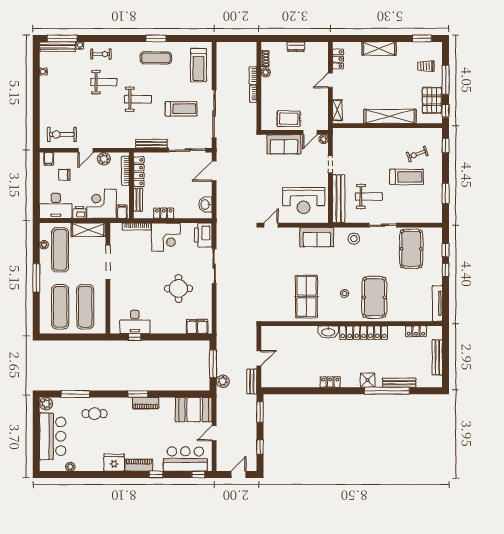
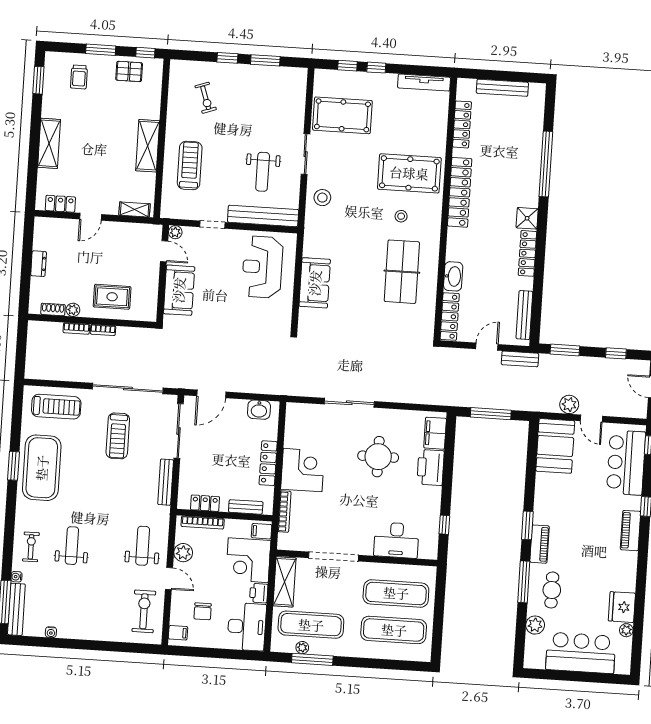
exercise mat: (156, 58) -> (42, 468), width x2.00, depth x1.45
door: (330, 80) -> (91, 217), hinge flipped
window: (446, 80) -> (101, 50), width x0.69
weight bench: (138, 99) -> (143, 546), moved
pallet: (432, 100) -> (129, 71), width x0.67, depth x0.71
treadmill: (181, 109) -> (118, 436), turned 180
shelving: (390, 116) -> (148, 146), width x0.68
rug: (289, 119) -> (112, 297), moved, turned 90
exercise bike: (62, 134) -> (144, 611), turned 180
window: (446, 146) -> (227, 58), moved
door: (214, 171) -> (211, 394), hinge flipped
locker: (139, 172) -> (205, 503), width x0.66
treadmill: (407, 177) -> (190, 165), moved
weight bench: (369, 196) -> (263, 172), turned 180
reception desk: (304, 200) -> (262, 267), turned 180
locker: (164, 213) -> (268, 463), width x1.53
door: (271, 225) -> (295, 317), removed
printer: (203, 235) -> (431, 467), moved, turned 90
sofa: (317, 237) -> (315, 283), moved
window: (36, 278) -> (312, 659), moved
table tennis table: (307, 297) -> (402, 272), turned 90
desk: (135, 322) -> (396, 540), moved, turned 90
locker: (278, 331) -> (450, 317), added
locker: (416, 331) -> (462, 124), width x1.53
washbasin: (328, 332) -> (453, 276), moved
door: (259, 358) -> (487, 347), hinge flipped
shower: (368, 380) -> (527, 218), moved
plant: (223, 381) -> (569, 404), moved
locker: (330, 382) -> (527, 253), width x1.53
bench: (399, 383) -> (524, 315), moved
window: (75, 394) -> (524, 582), moved
piano: (146, 403) -> (540, 544), moved
plant: (46, 404) -> (535, 625), moved
fridge: (114, 463) -> (622, 607), moved

